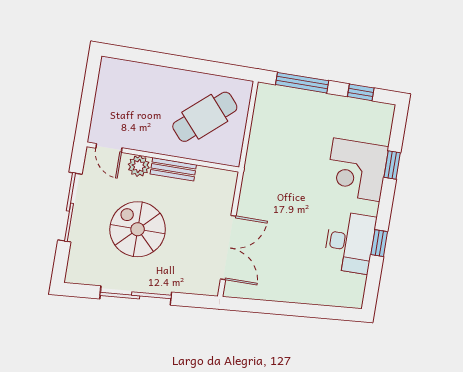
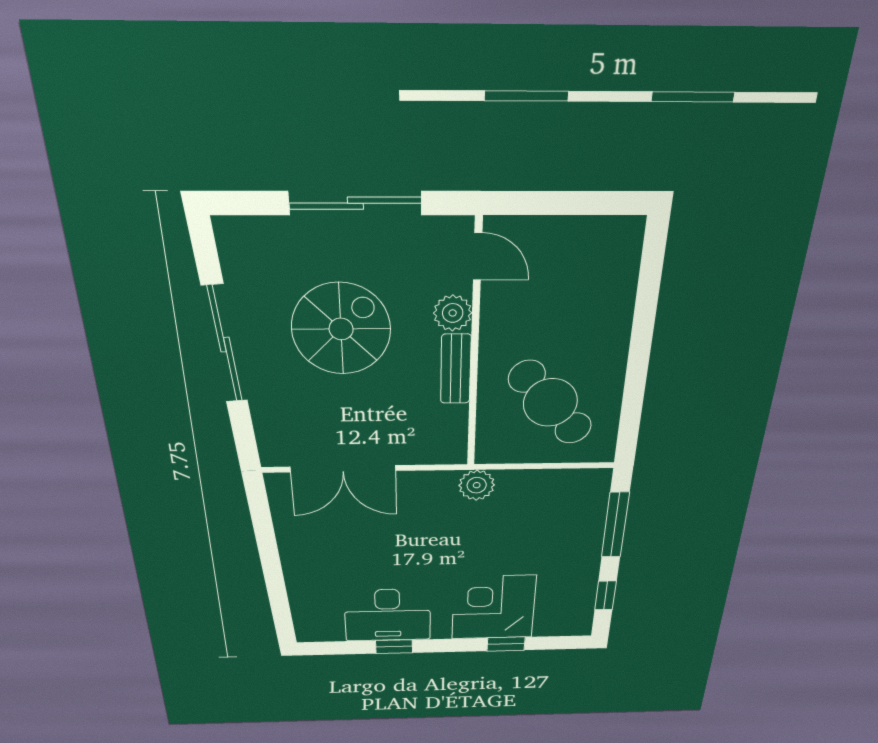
door: (109, 148) -> (478, 257), swing flipped
plant: (255, 168) -> (477, 485), added

